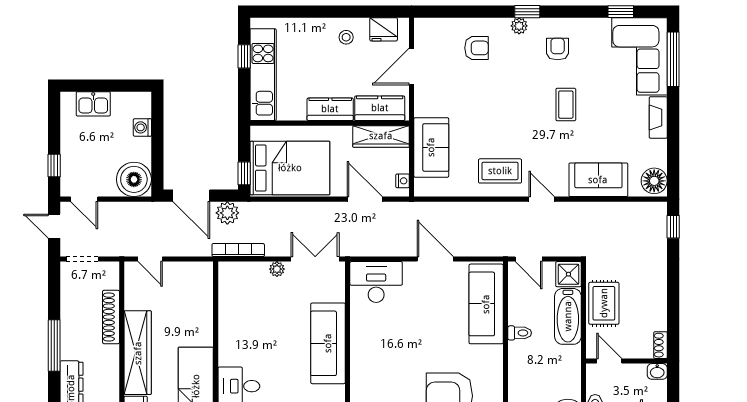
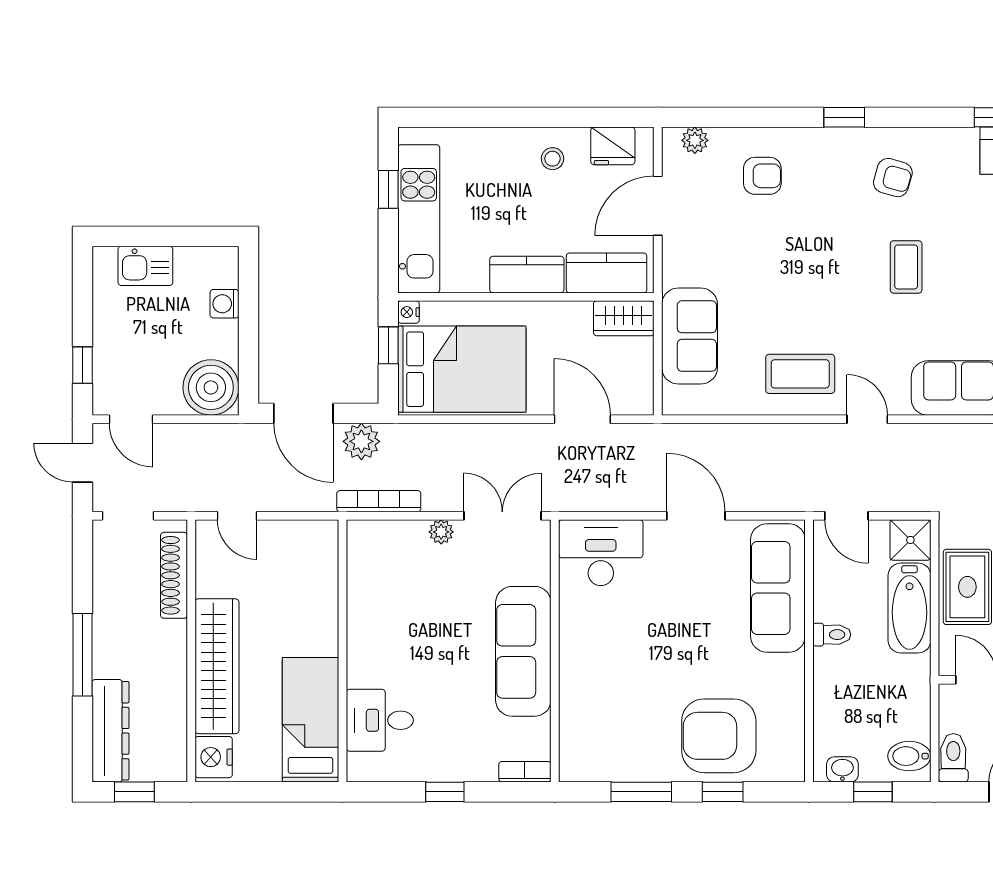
plant: (519, 26) -> (695, 140), moved
armchair: (558, 49) -> (893, 178), turned 106
wardrobe: (381, 136) -> (624, 318), width x0.67
window: (244, 173) -> (388, 345), moved
nightstand: (403, 181) -> (408, 312), moved, turned 180
shoe rack: (111, 317) -> (174, 575), moved

